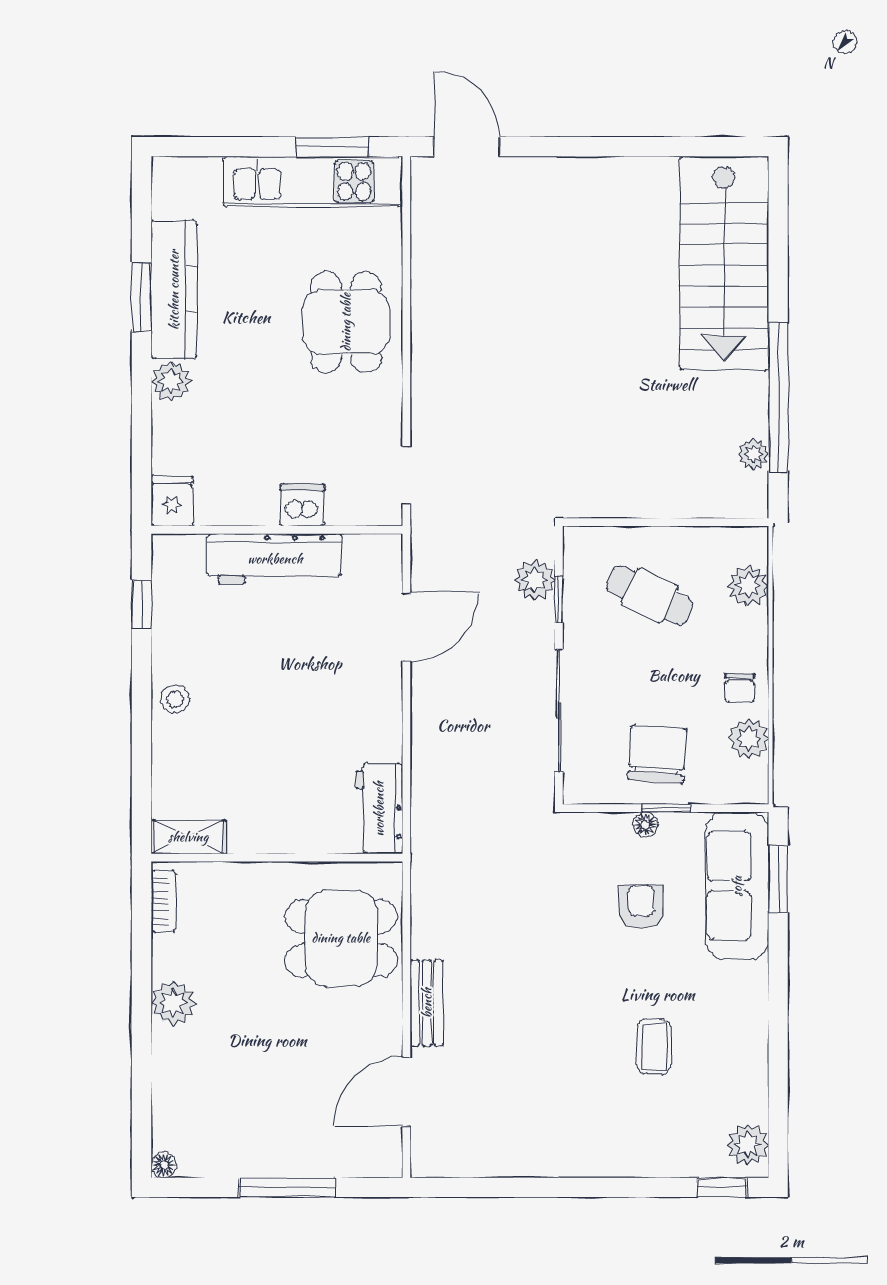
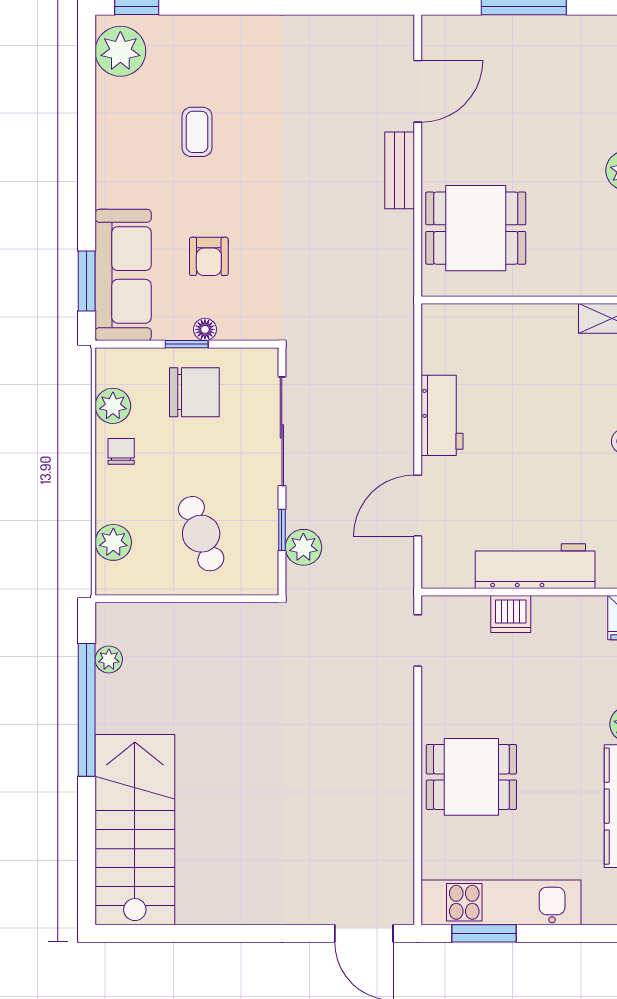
dining table: (346, 322) -> (471, 777), turned 90
cafe table: (650, 595) -> (201, 534), turned 43
chair: (657, 754) -> (194, 392), turned -94
workbench: (379, 809) -> (442, 415), moved
plant: (748, 1144) -> (120, 51), width x1.36, depth x1.36

